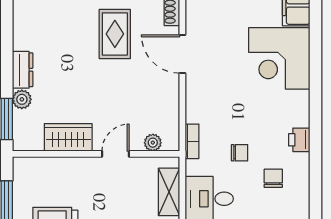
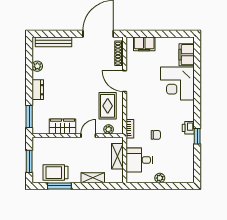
rug: (115, 34) -> (108, 106), moved
plant: (22, 99) -> (37, 66), moved
window: (315, 155) -> (197, 136), added
chair: (273, 178) -> (174, 149), removed

